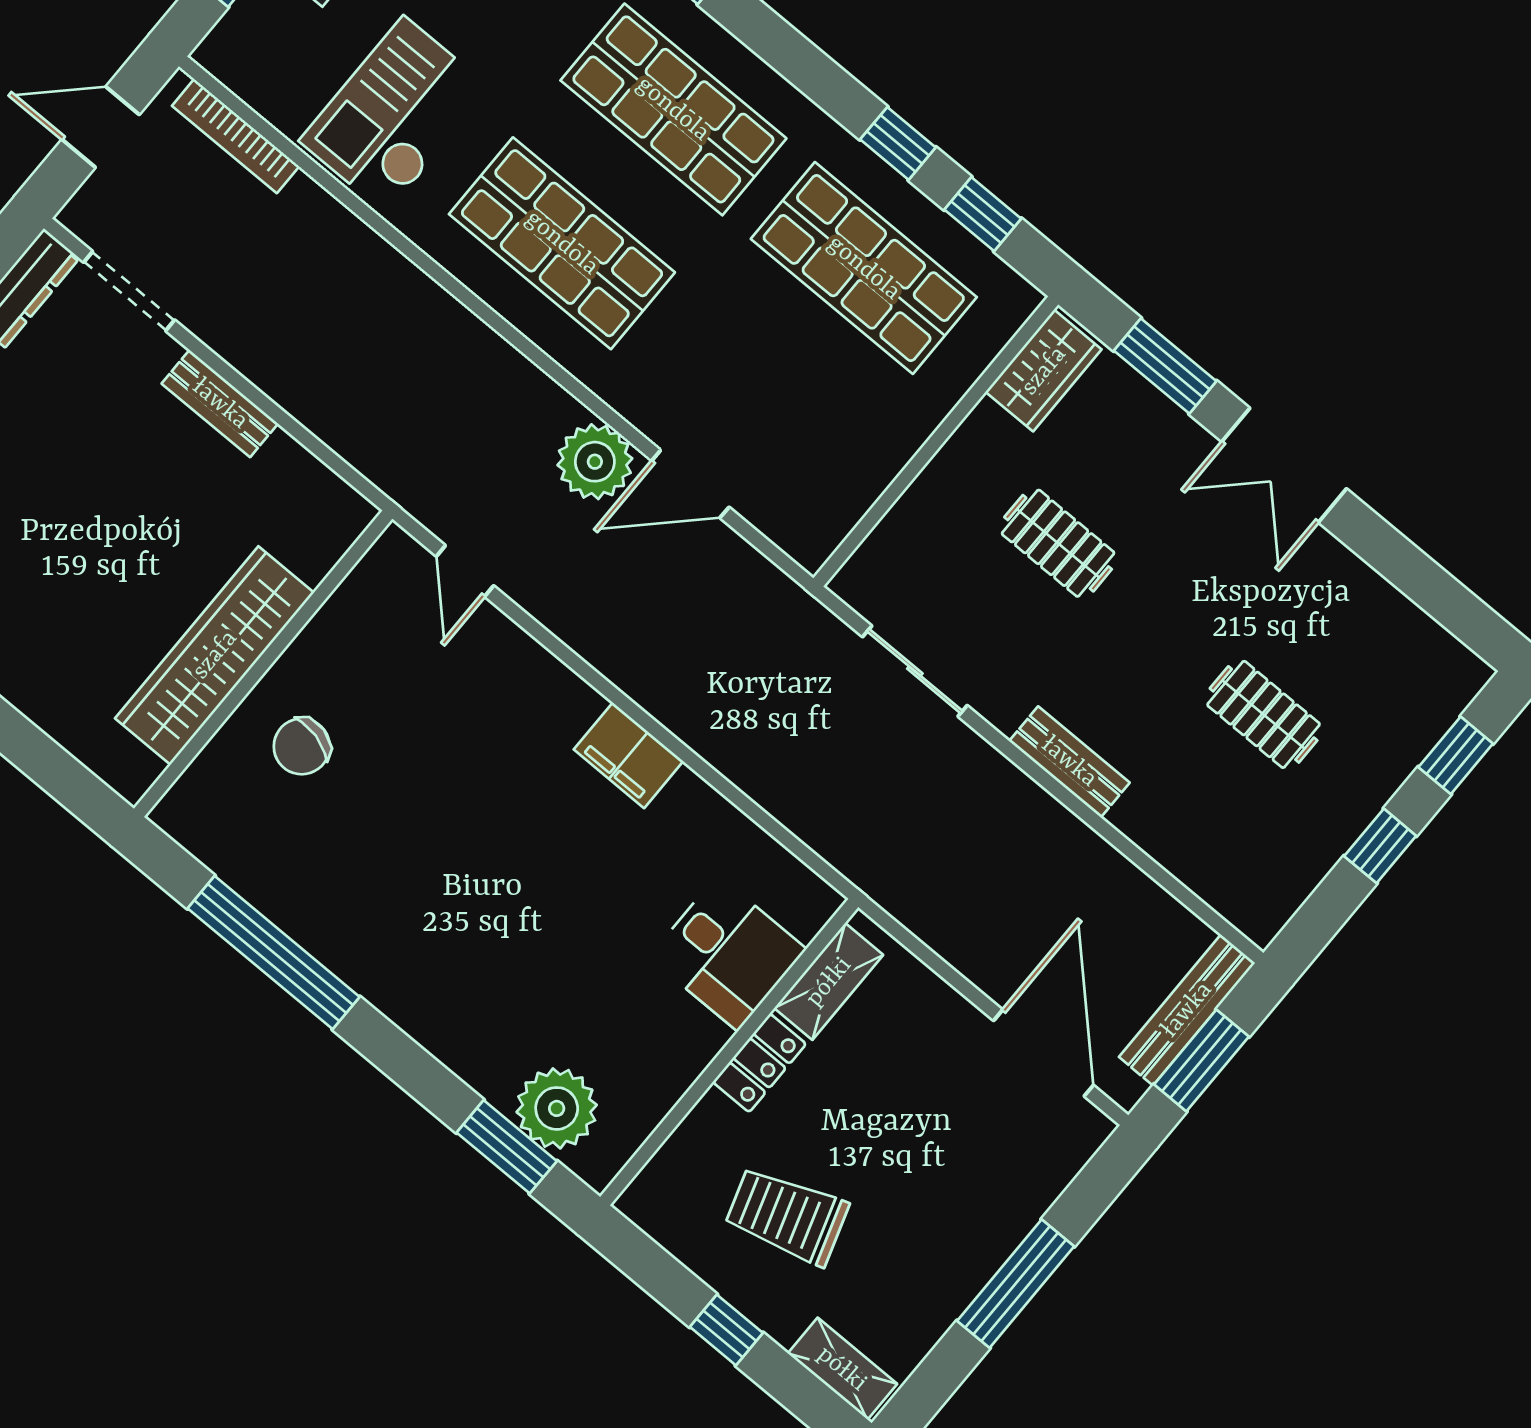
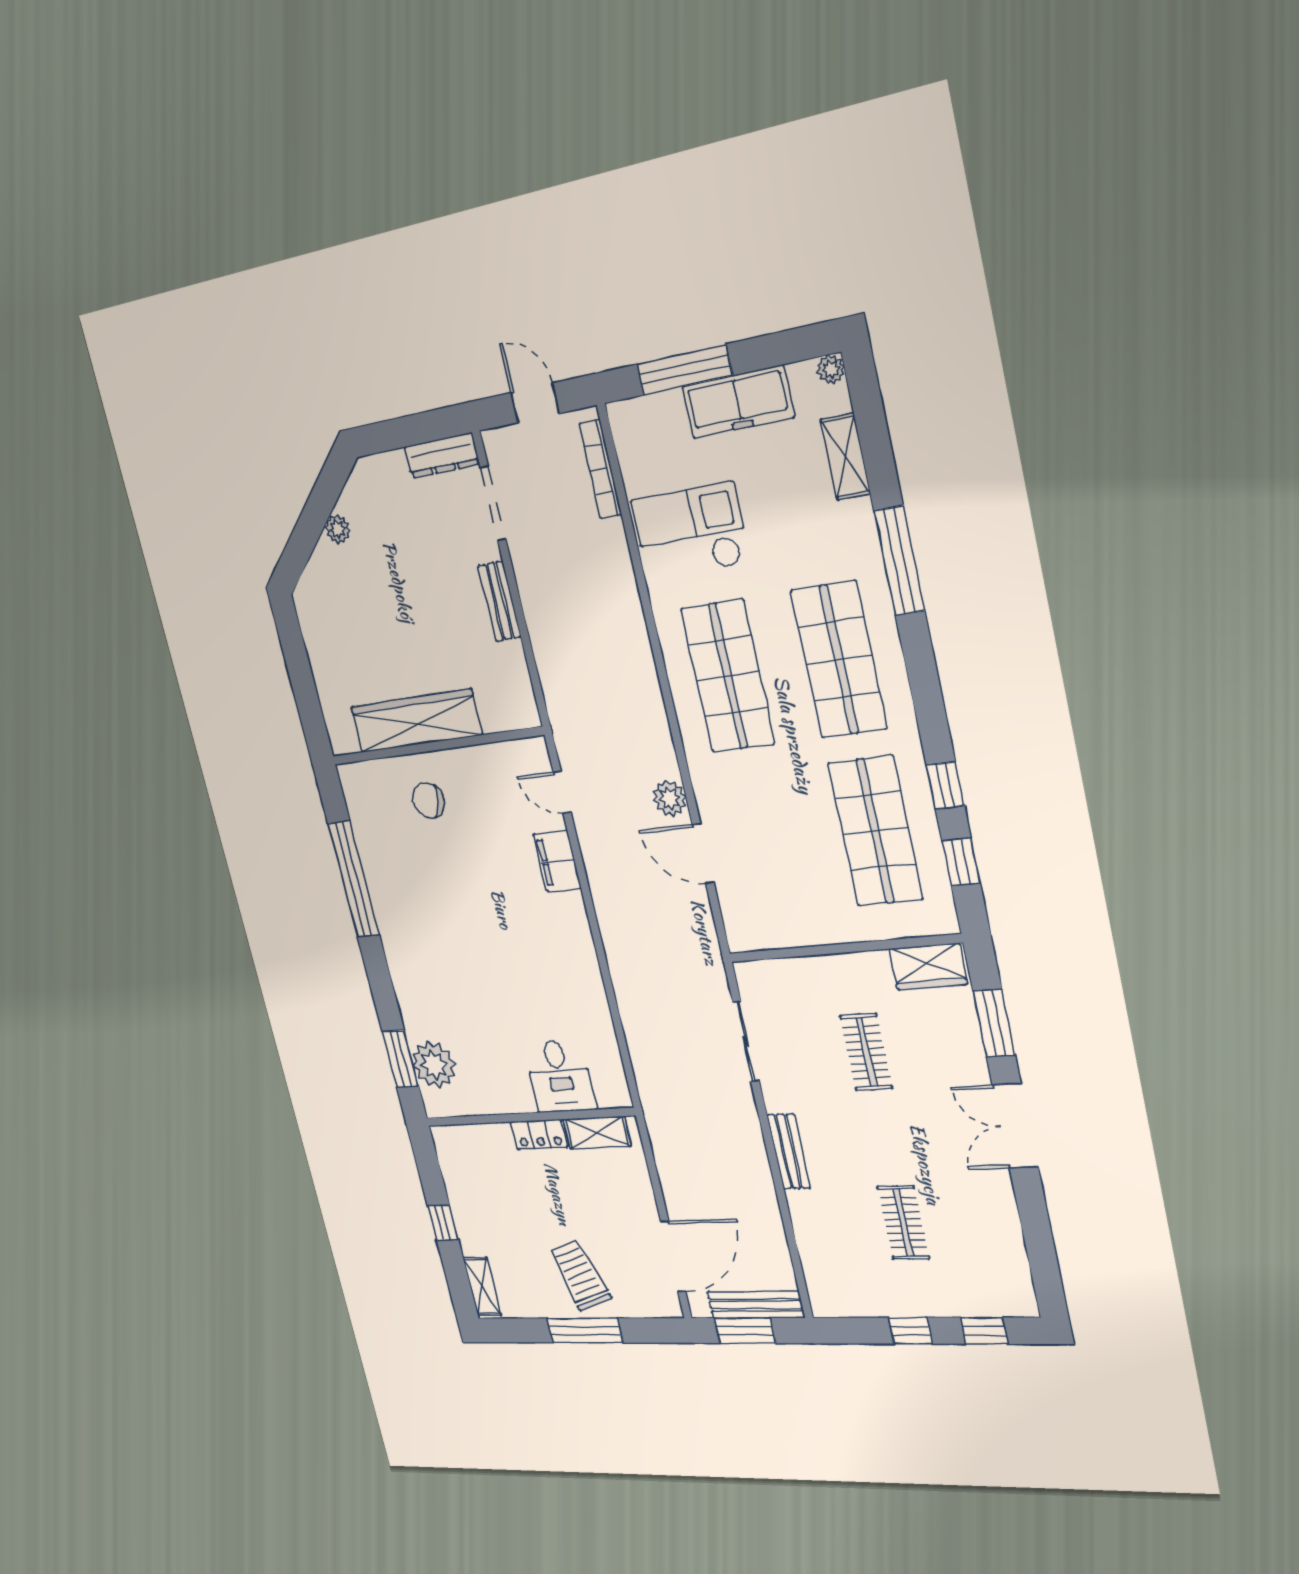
plant: (595, 462) -> (670, 798), width x0.73, depth x0.73
door: (465, 571) -> (562, 792), hinge flipped
filing cabinet: (628, 755) -> (557, 861), moved
trolley: (787, 1216) -> (580, 1275), moved

